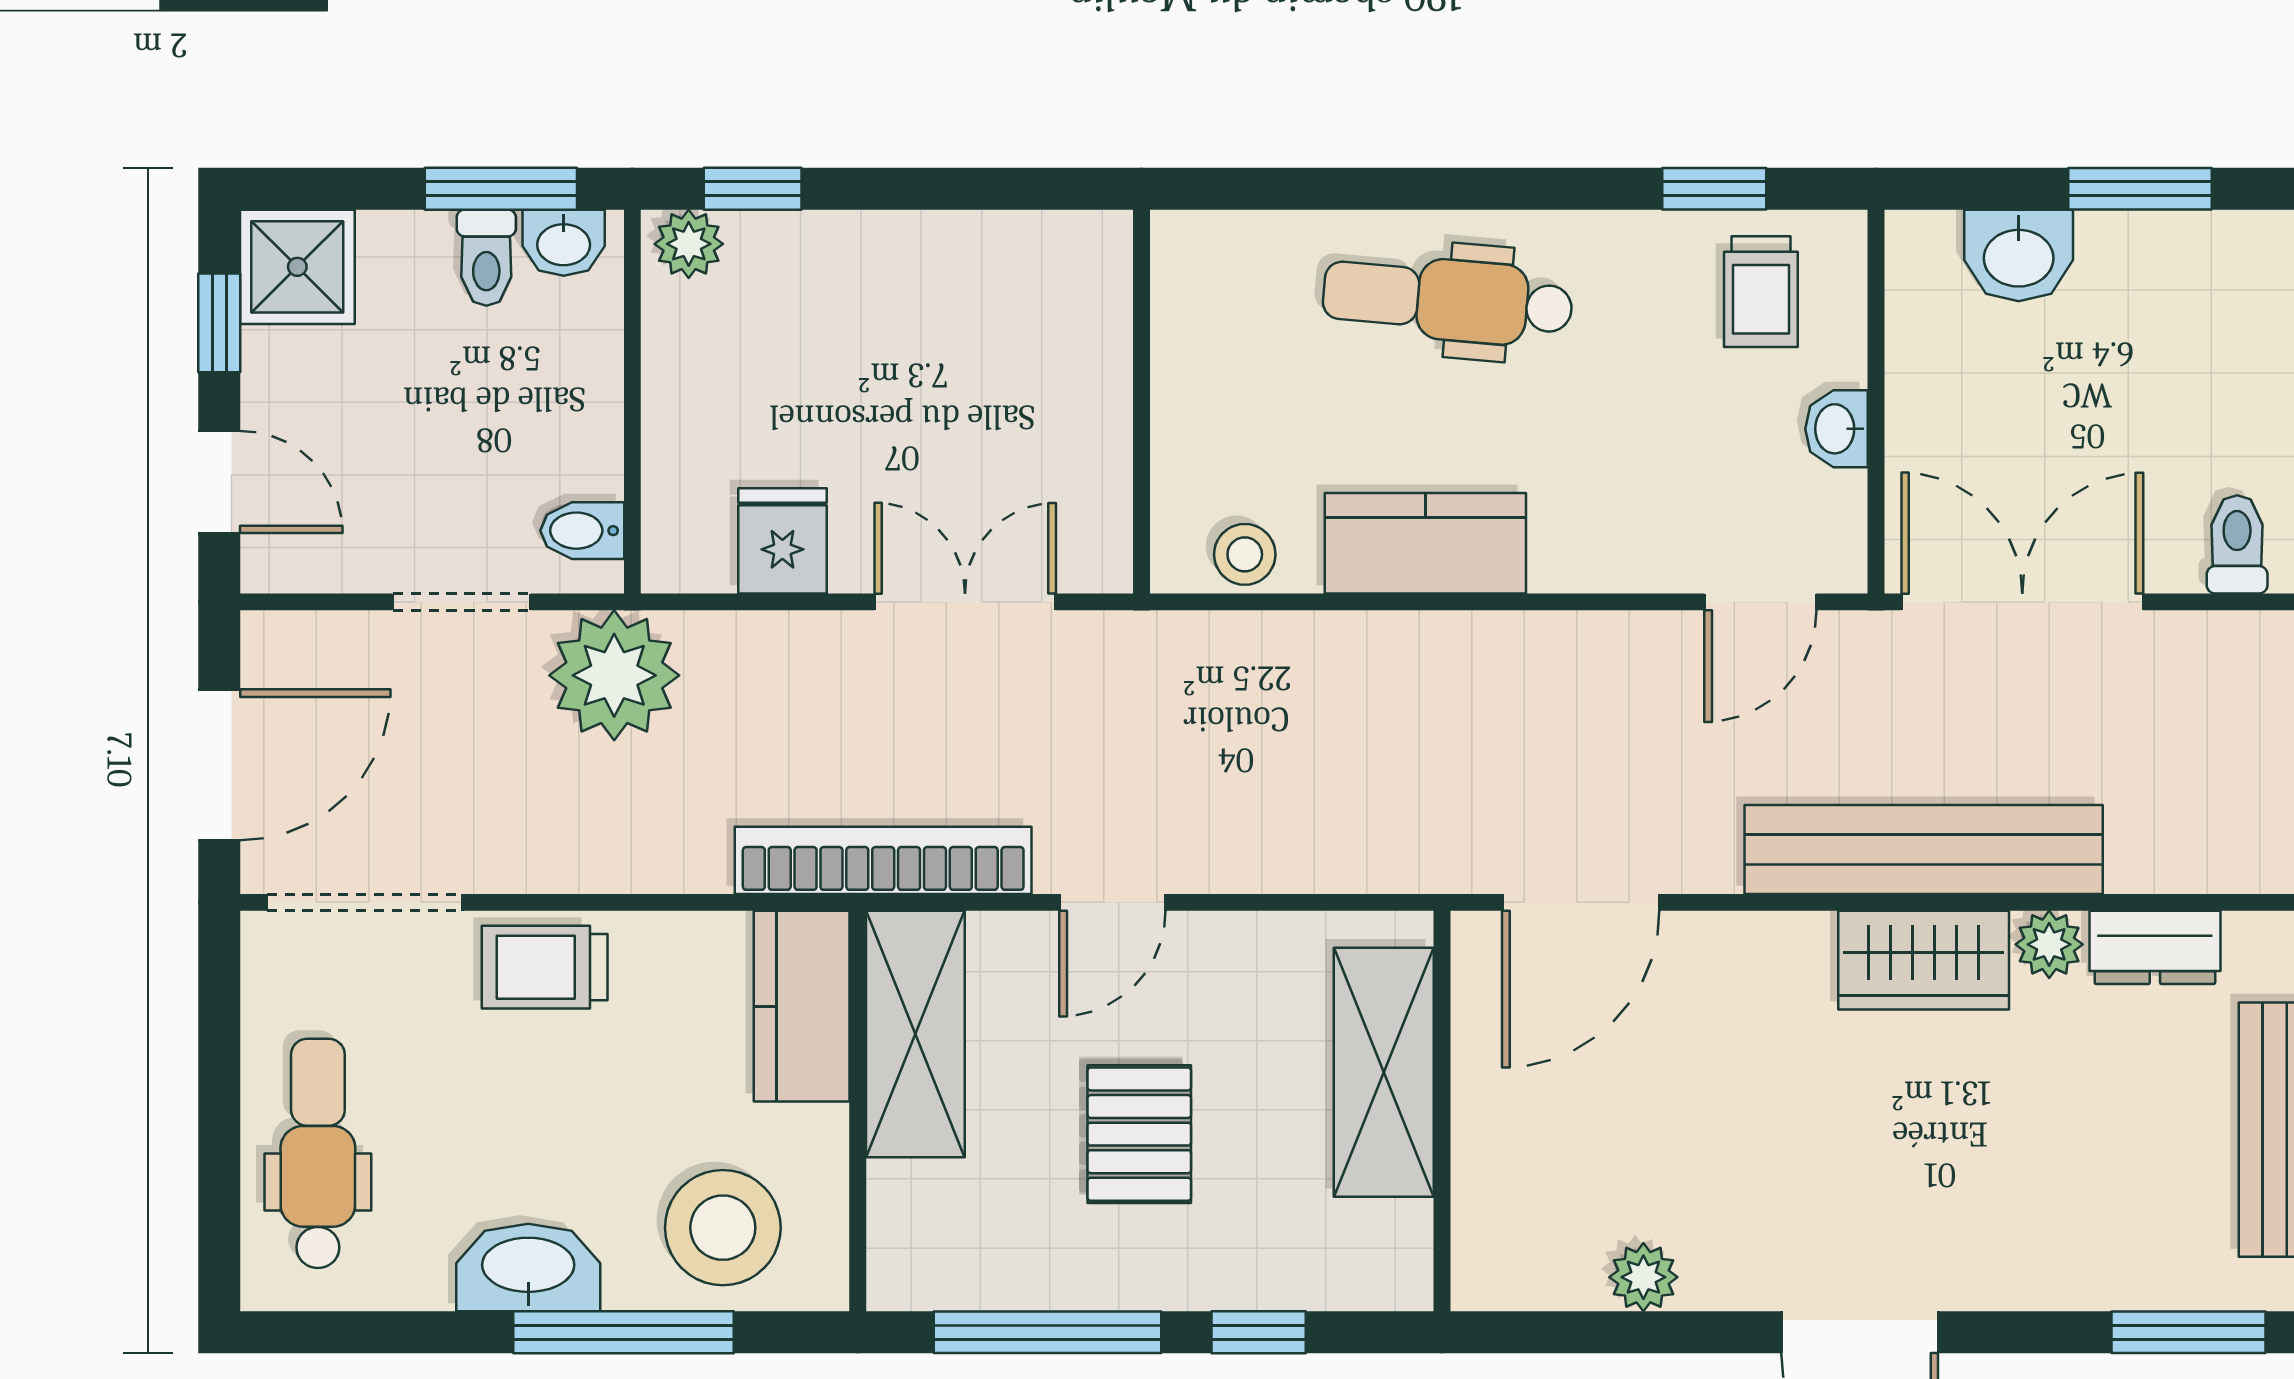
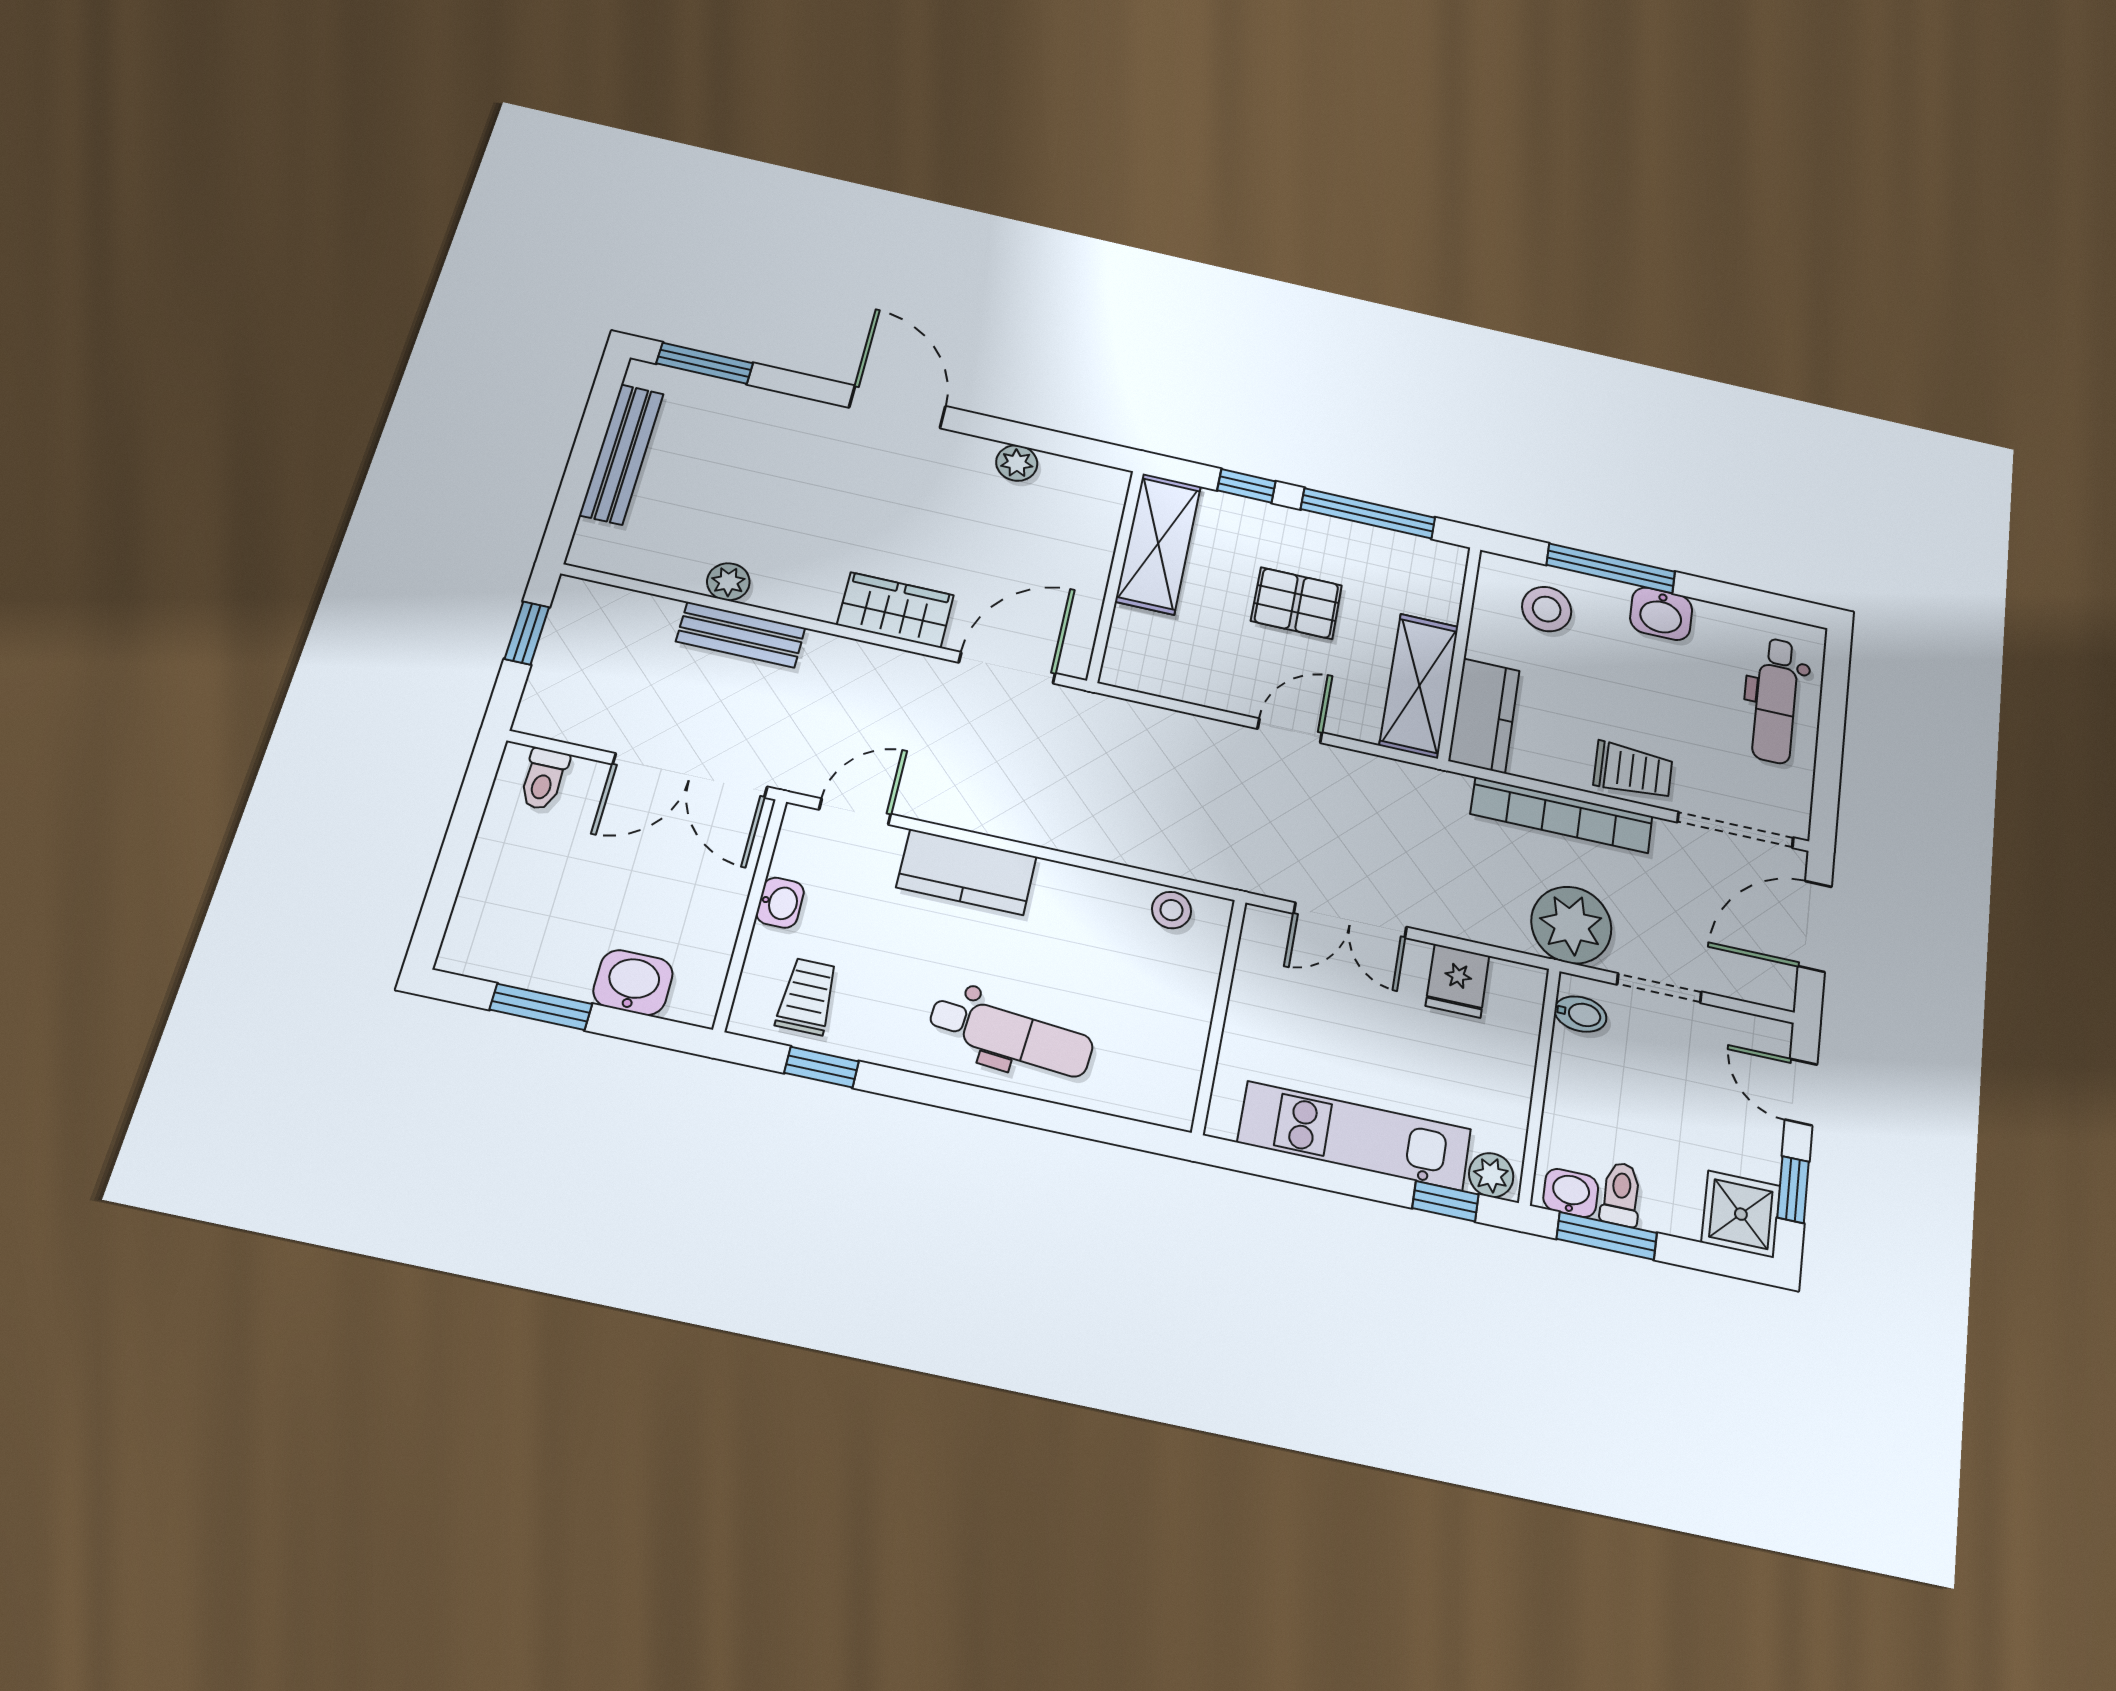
kitchen unit: (905, 259) -> (1355, 1136), added
kitchen counter: (1425, 543) -> (967, 872), moved
bench: (1924, 849) -> (741, 635), width x0.54, depth x0.82
bookcase: (883, 860) -> (1562, 815), moved
dresser: (2155, 947) -> (664, 566), removed
wardrobe: (1924, 960) -> (896, 610), moved
shelving: (1384, 1072) -> (1158, 543), moved
pallet: (1139, 1134) -> (1296, 603), turned 90
stool: (723, 1228) -> (1547, 609), width x0.73, depth x0.73
washbasin: (528, 1267) -> (1661, 614), width x0.72

